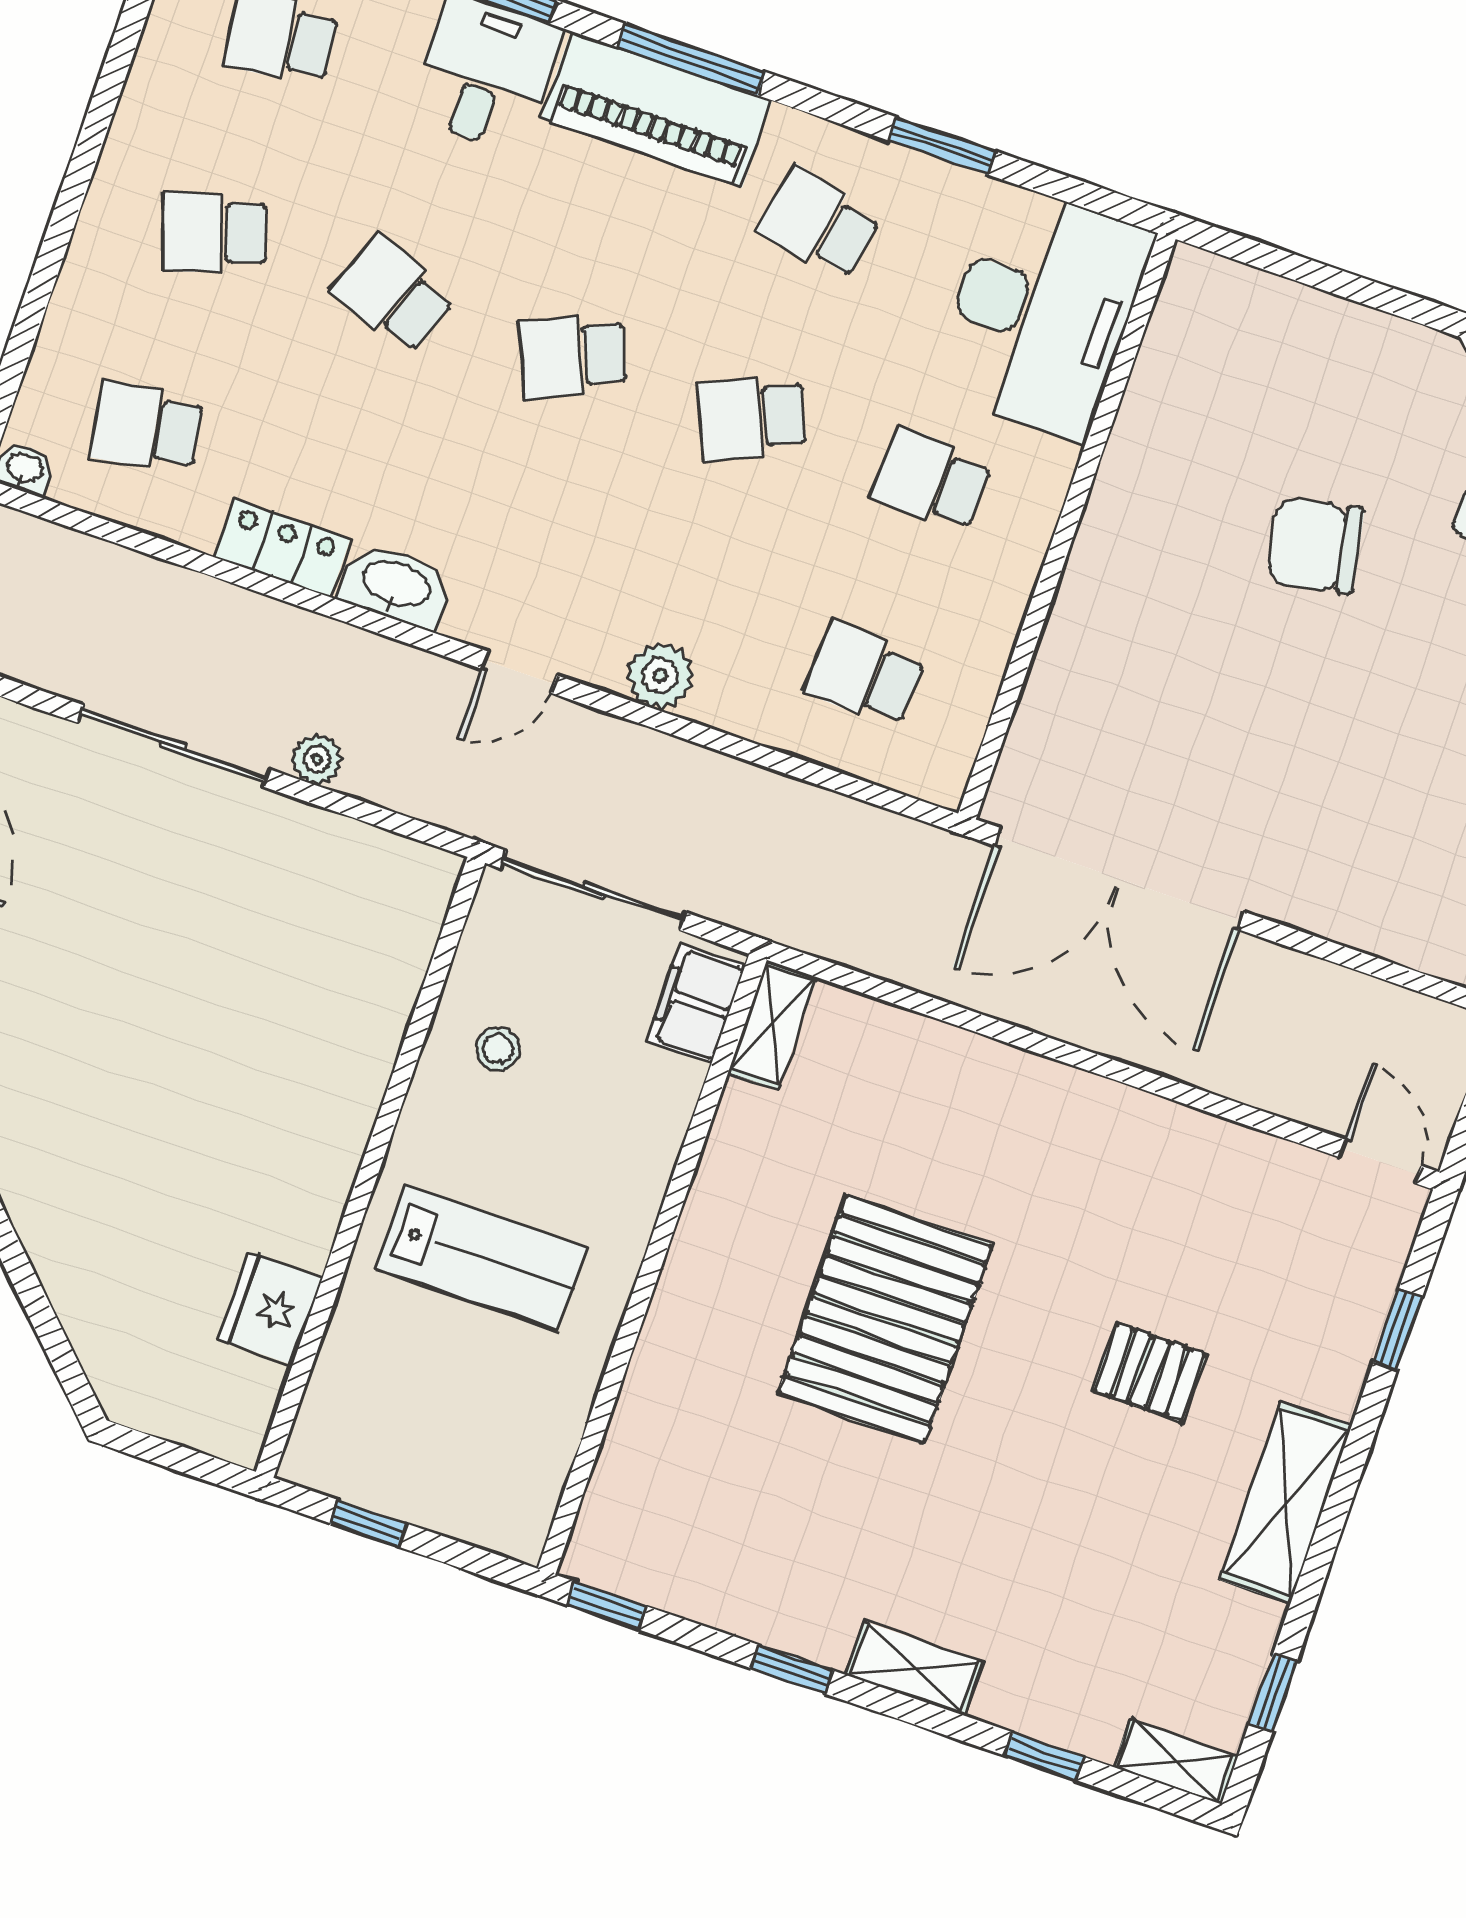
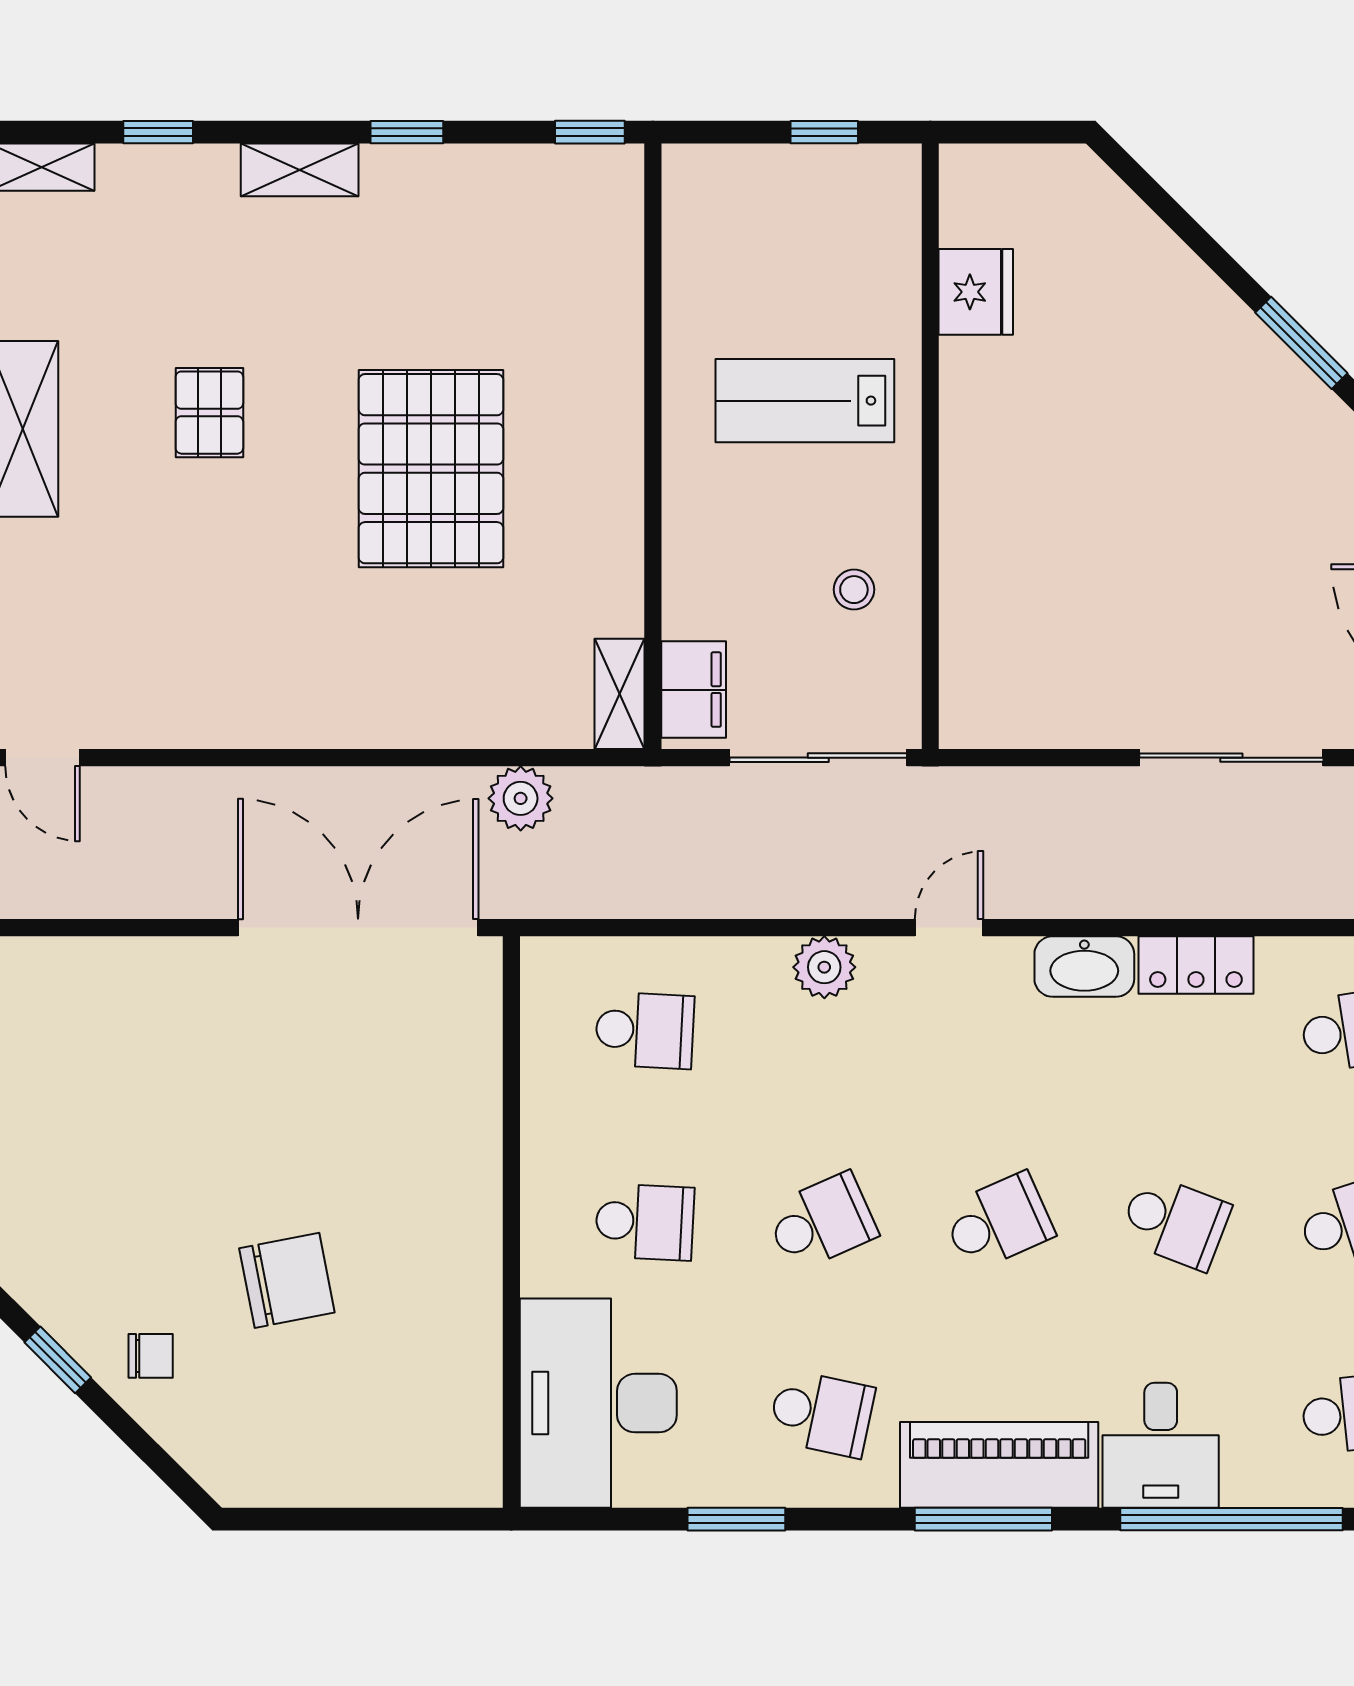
plant: (317, 759) -> (521, 798), moved, width x1.38, depth x1.38
pallet: (1150, 1373) -> (209, 413), moved, turned 90

